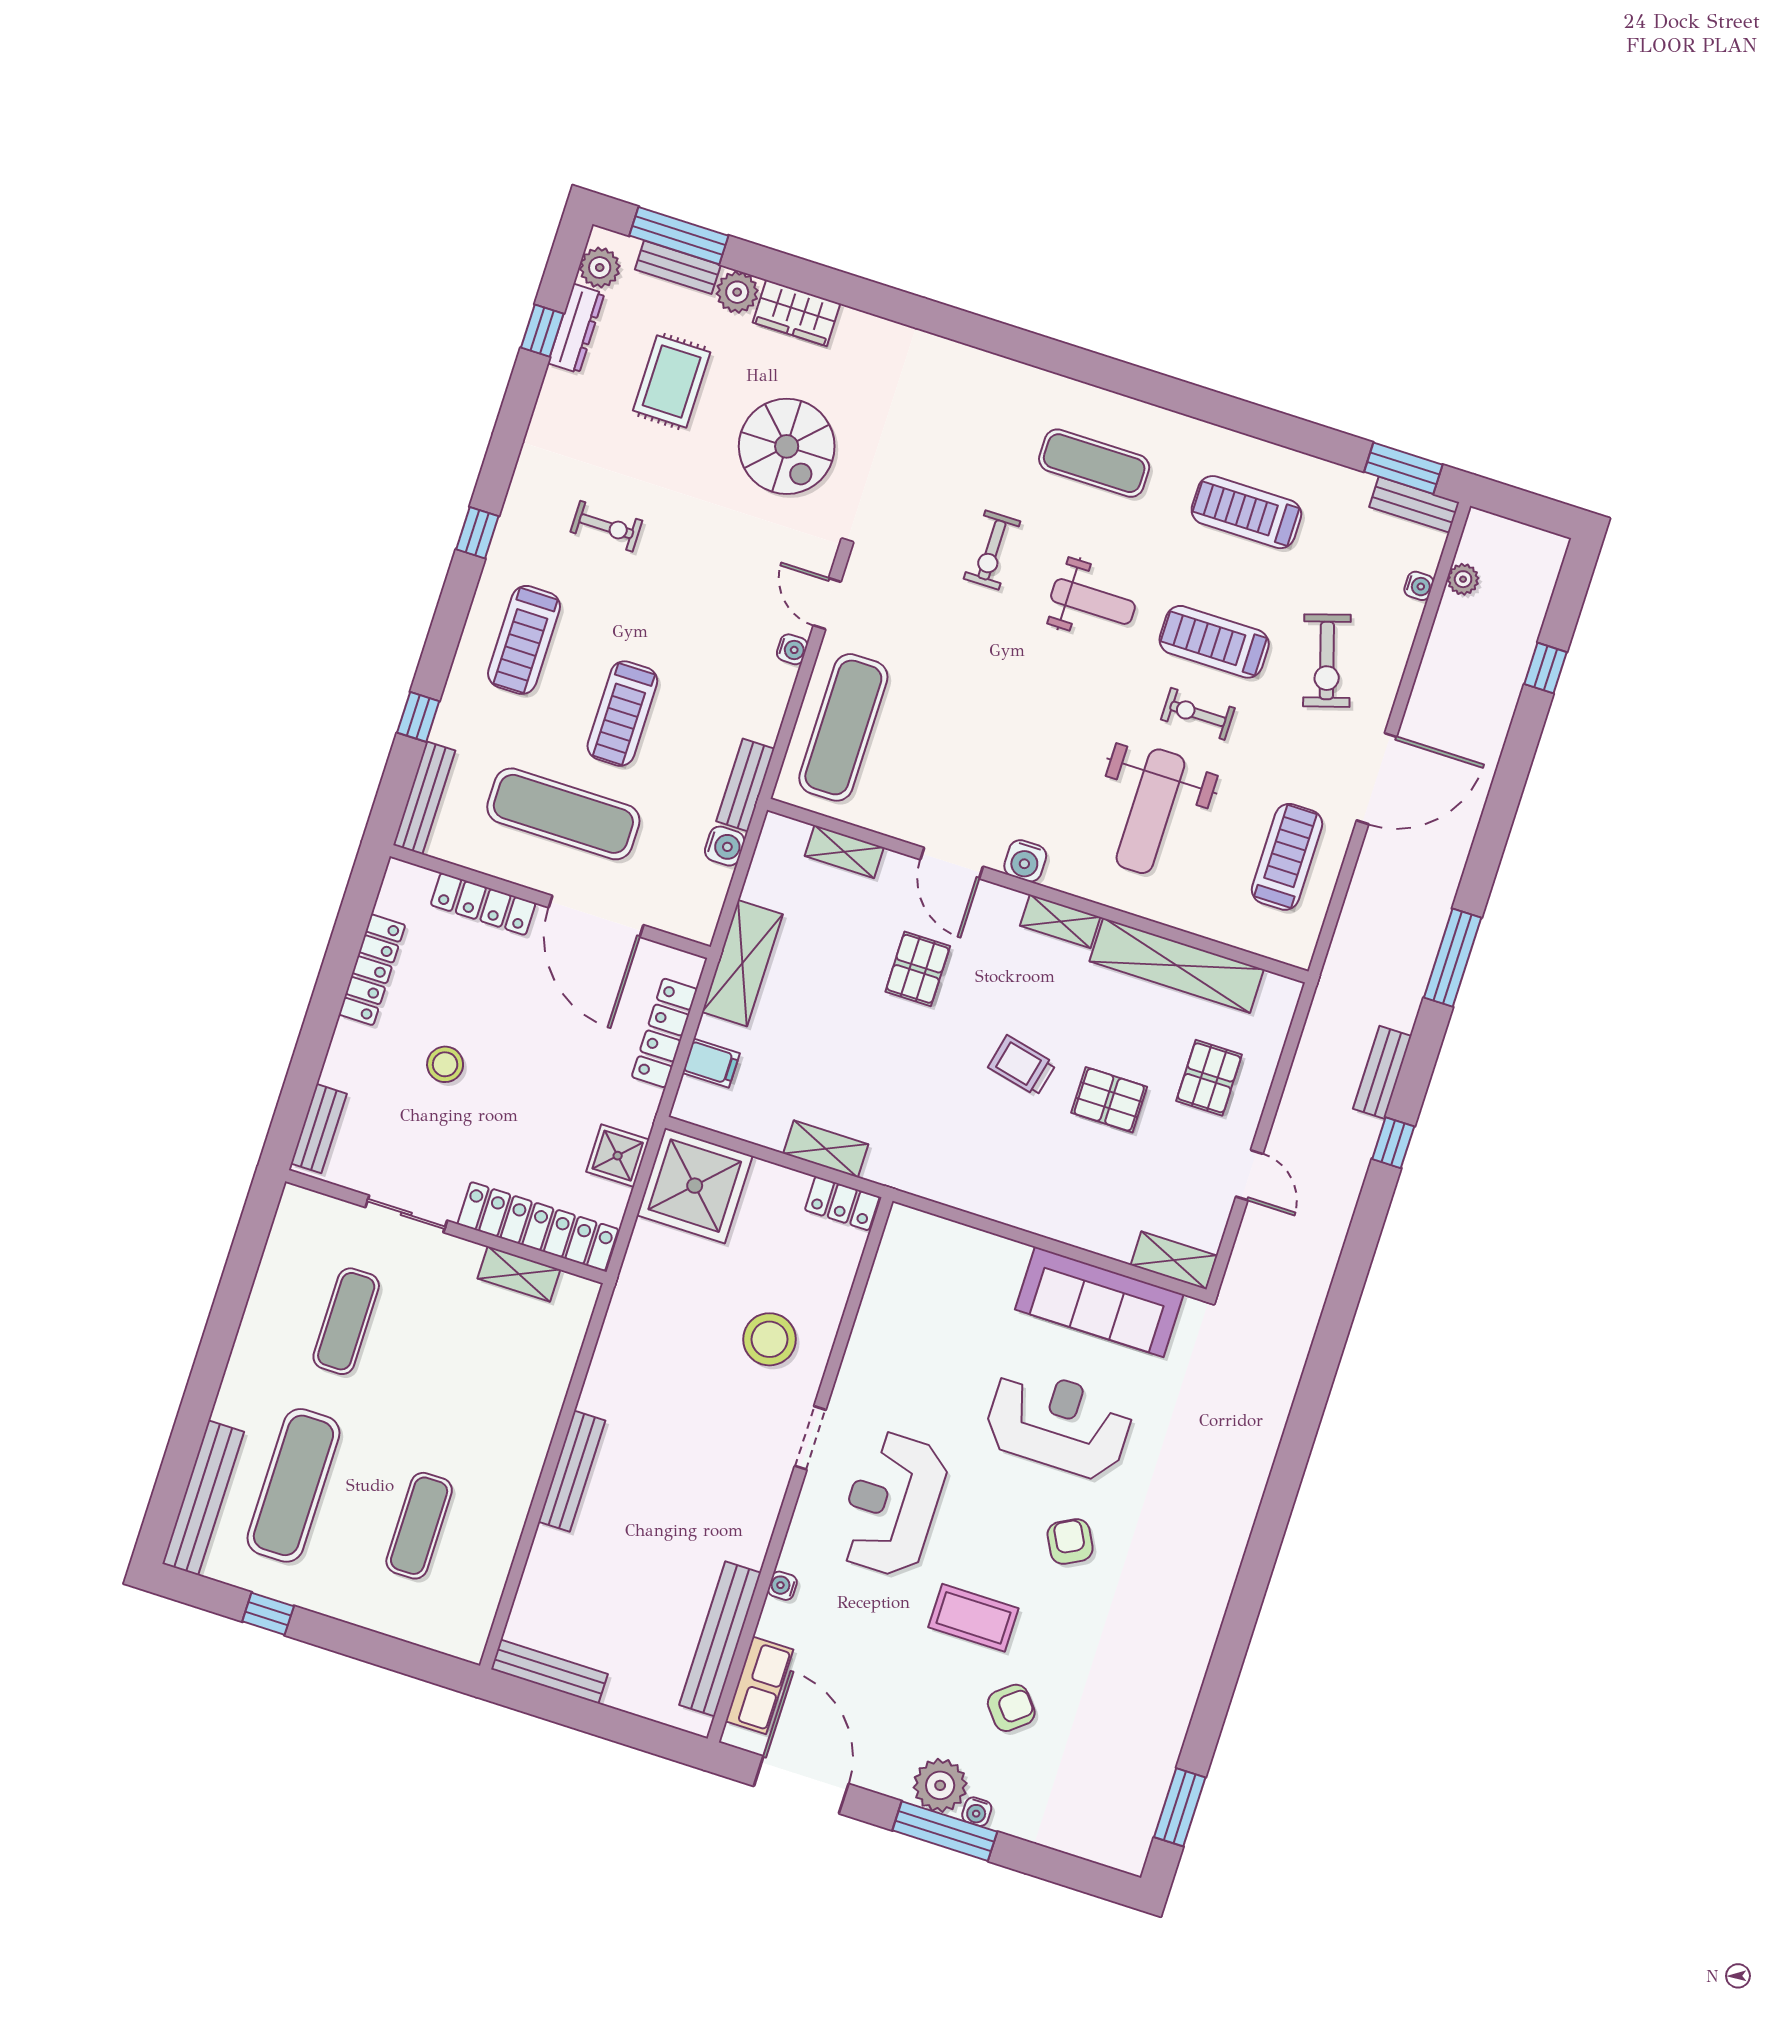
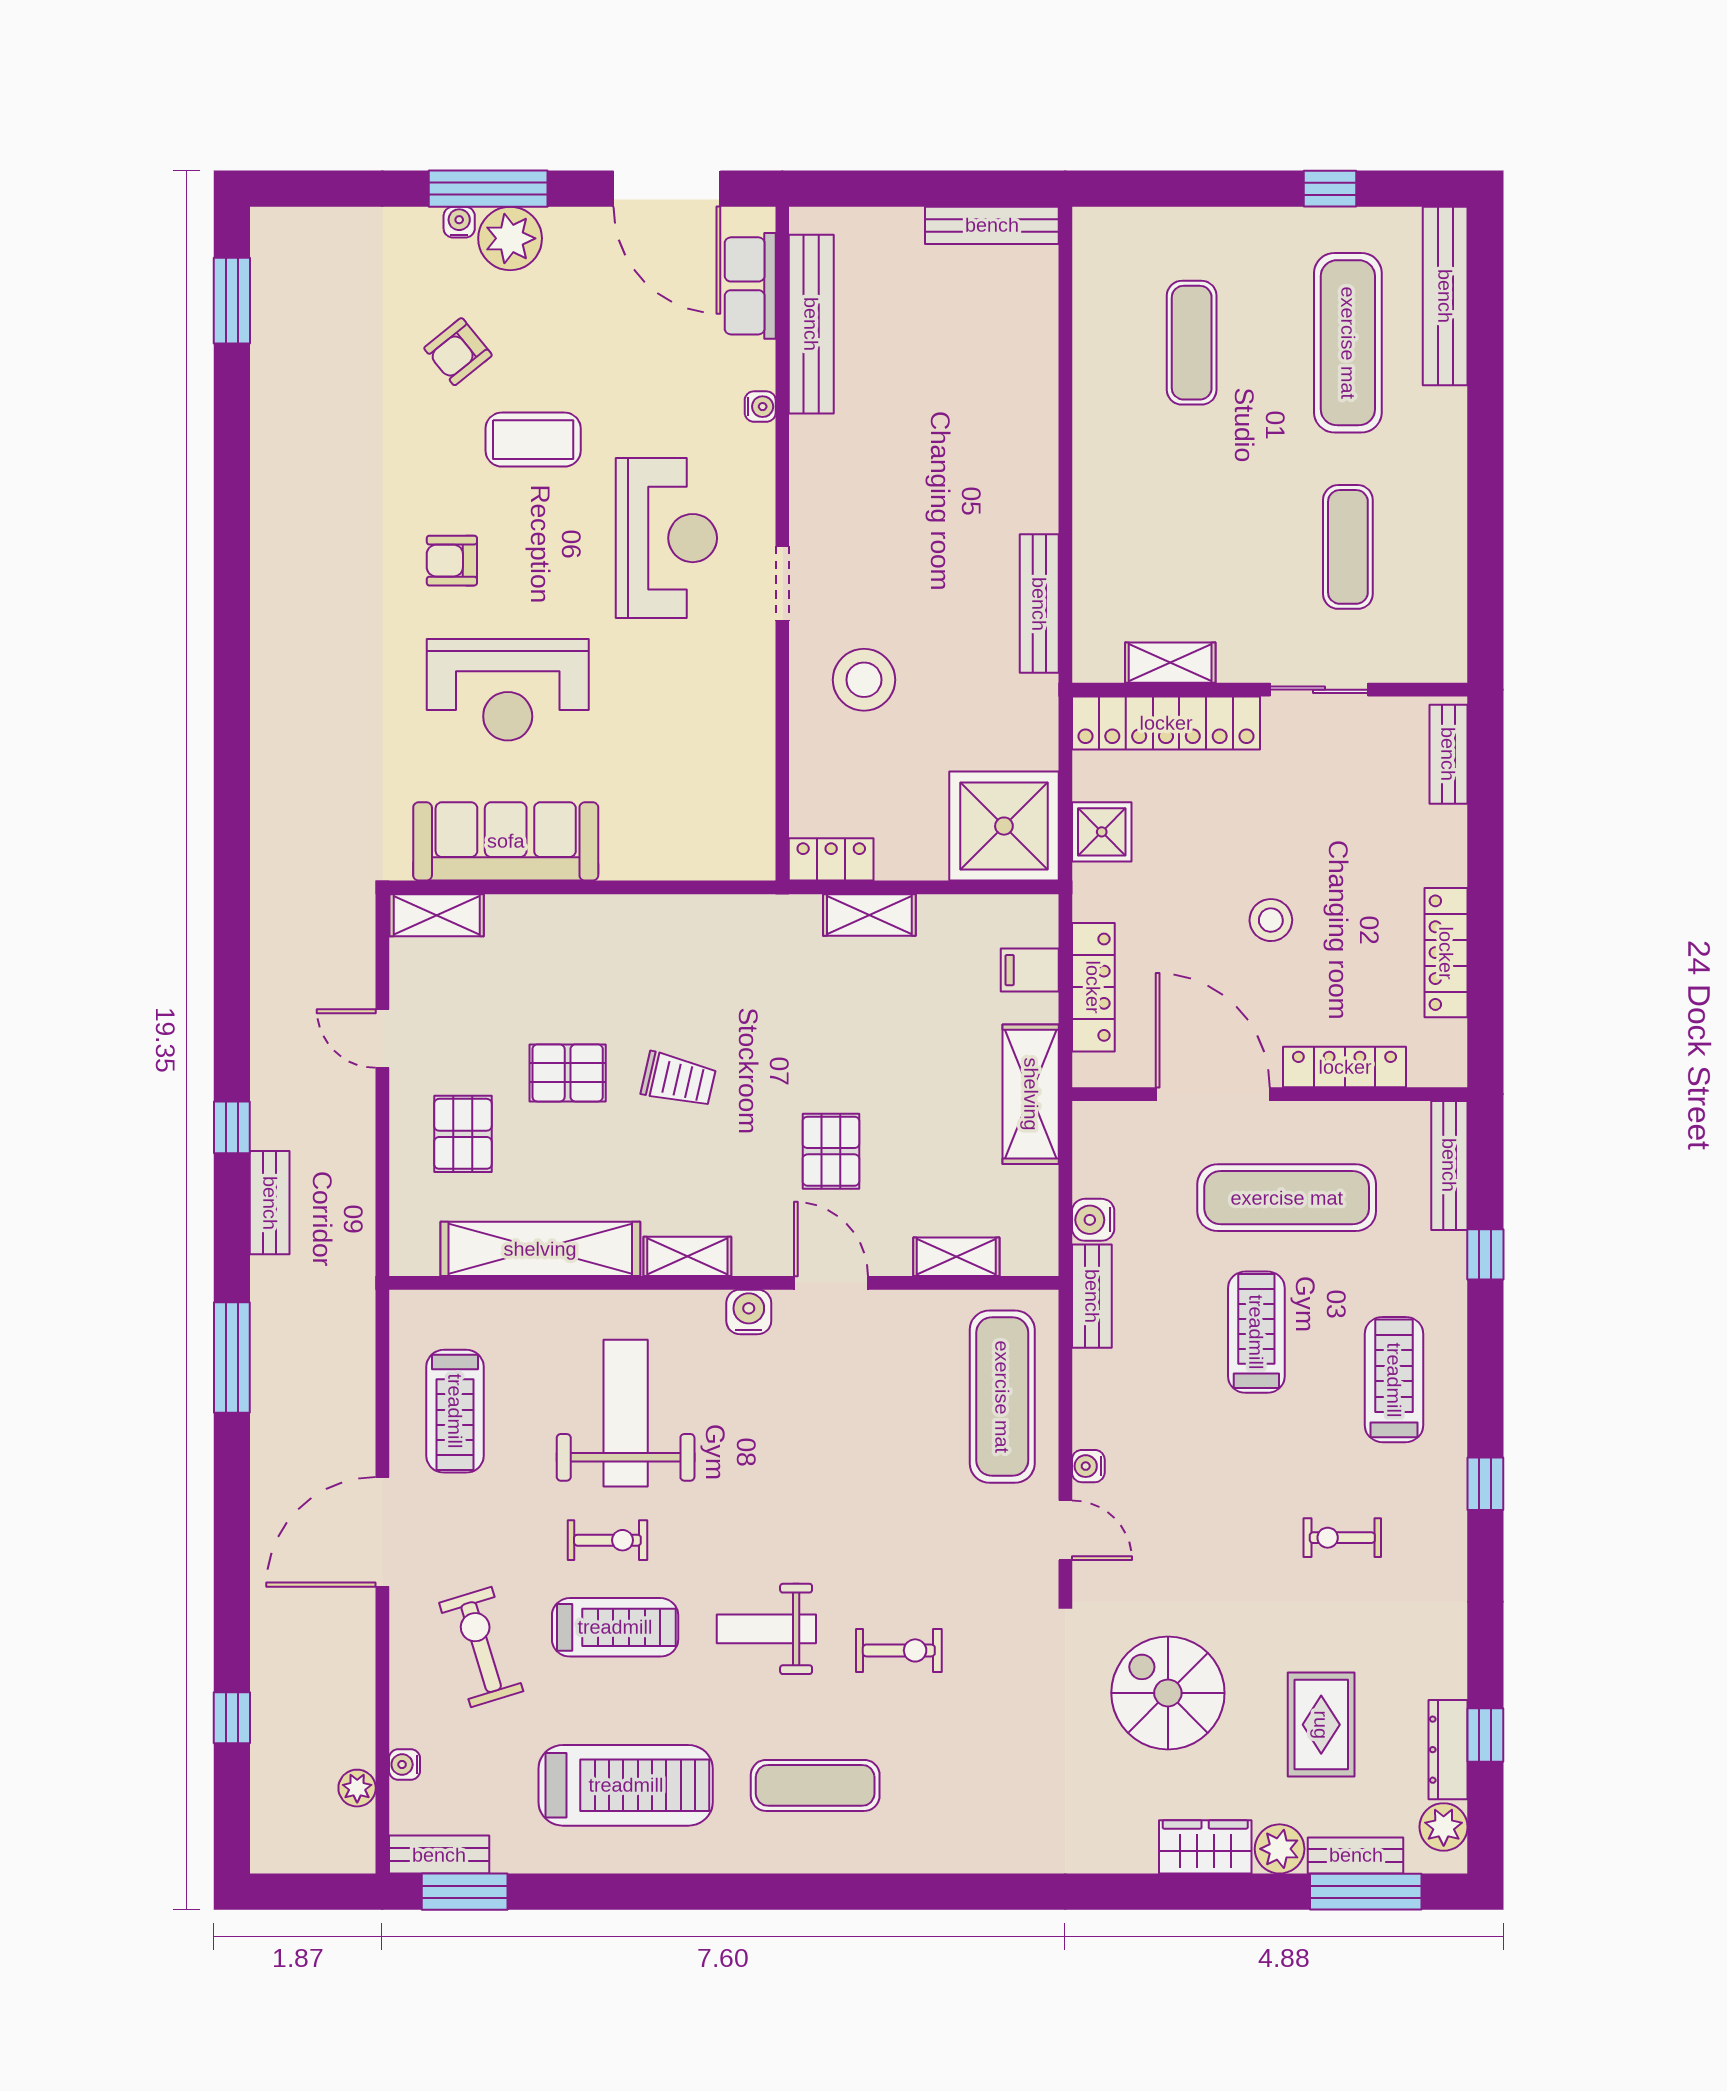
treadmill: (1246, 512) -> (626, 1785), width x1.37, depth x1.38
exercise bike: (992, 550) -> (899, 1650), turned 90
stool: (445, 1064) -> (1271, 920), moved
bench: (572, 1471) -> (1039, 604), moved
armchair: (1070, 1541) -> (452, 561), turned 118

